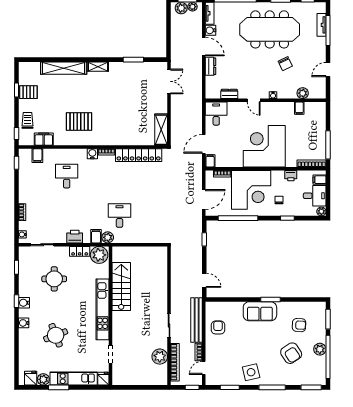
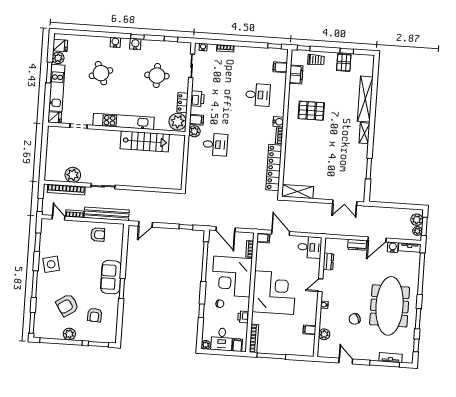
pallet: (79, 121) -> (311, 111), turned 90

